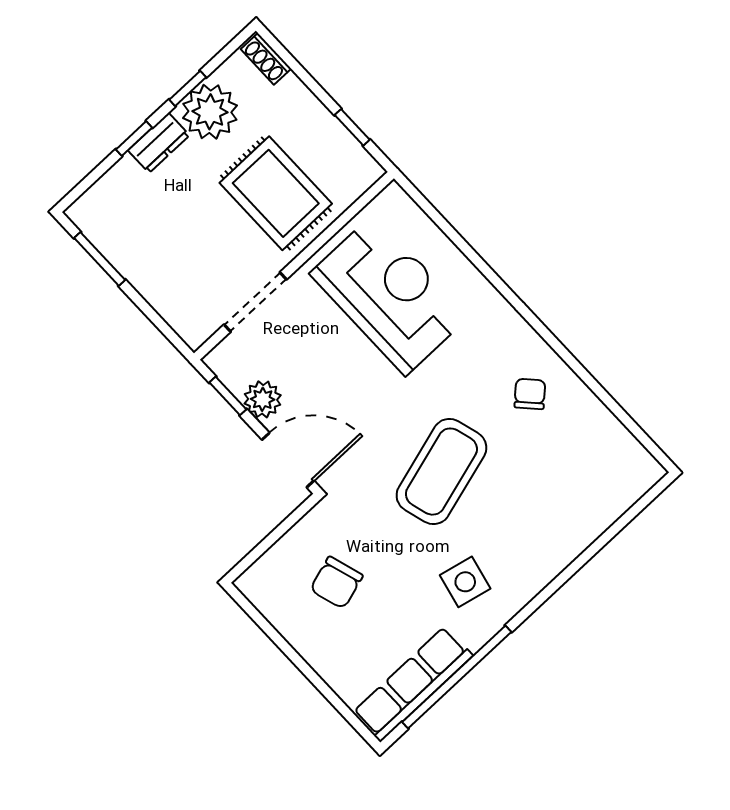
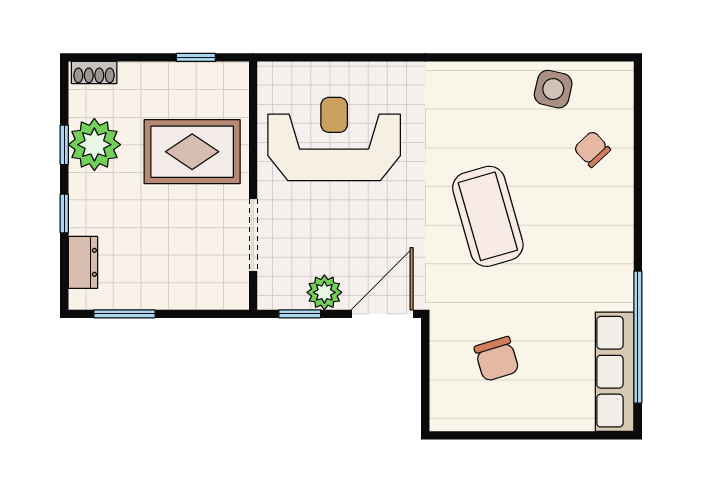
dresser: (159, 143) -> (83, 262), moved
chair: (530, 394) -> (592, 149), moved
side table: (465, 582) -> (553, 89), moved

